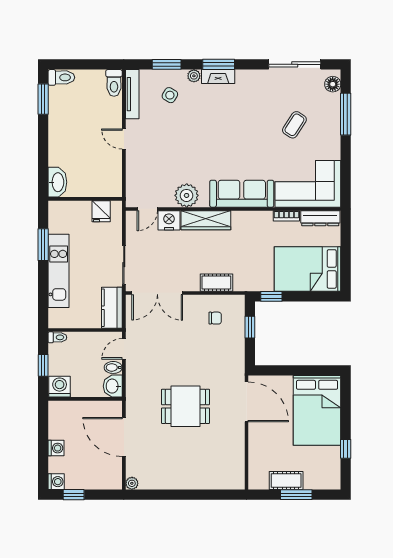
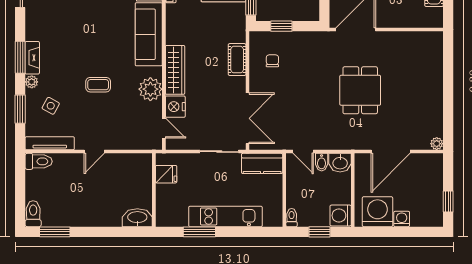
coffee table: (191, 143) -> (98, 85), added
washing machine: (56, 482) -> (377, 212), moved, width x1.89, depth x1.89

